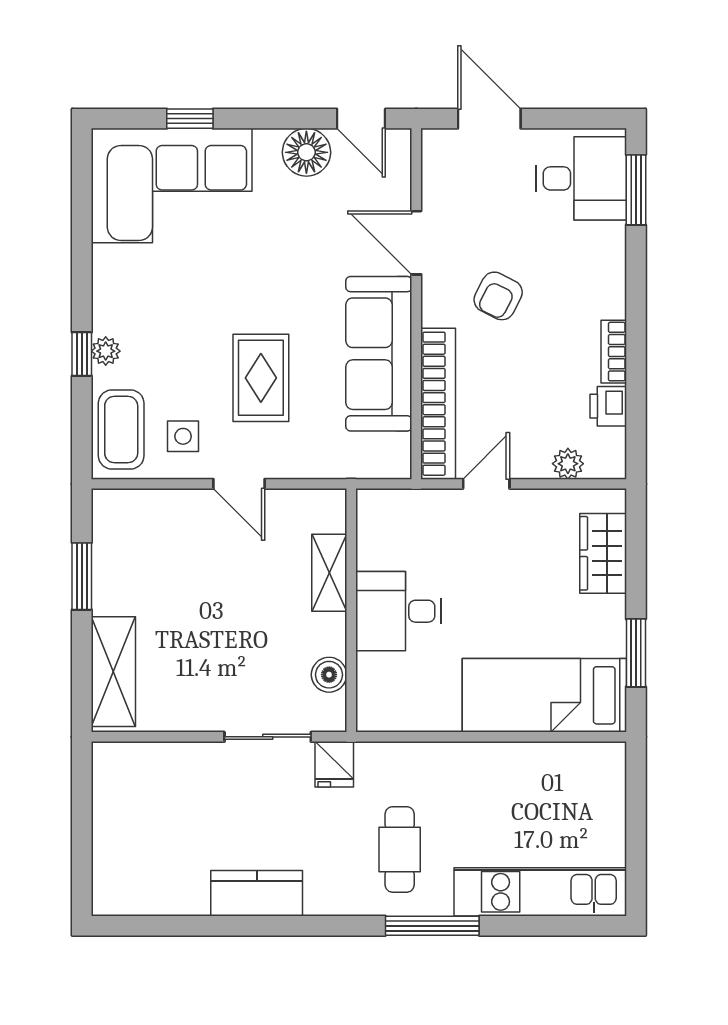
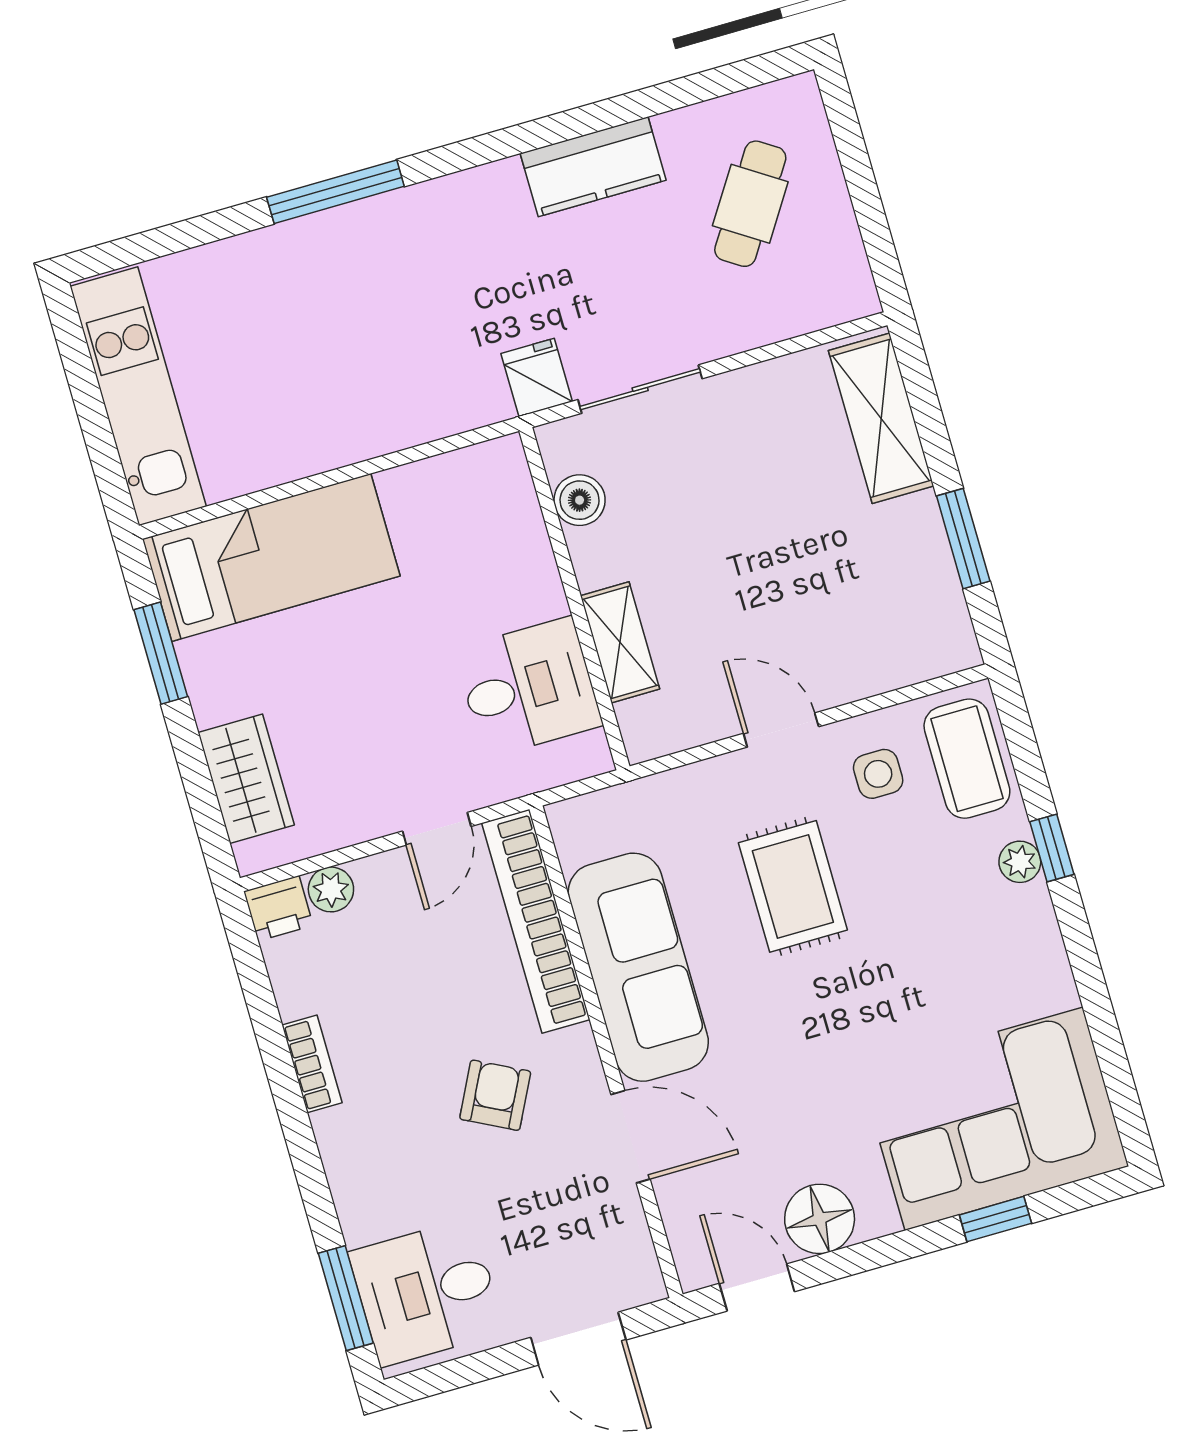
printer: (608, 406) -> (278, 908), moved, turned 90
desk: (399, 611) -> (528, 687), moved
cafe table: (400, 849) -> (750, 204), moved, turned 33
kitchen unit: (540, 892) -> (138, 396), moved, turned -90

